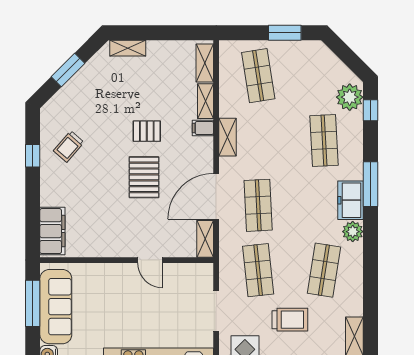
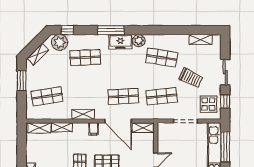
shelving: (329, 60) -> (38, 54), added
filing cabinet: (203, 128) -> (94, 129), moved
trolley: (290, 320) -> (191, 78), turned 116

